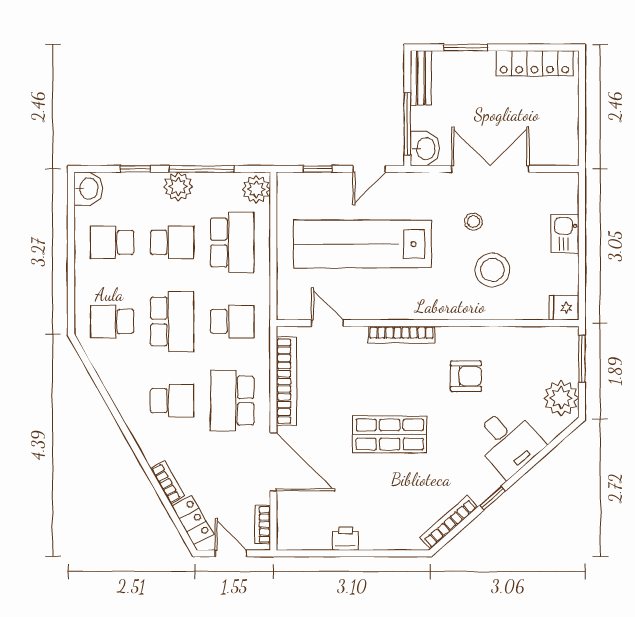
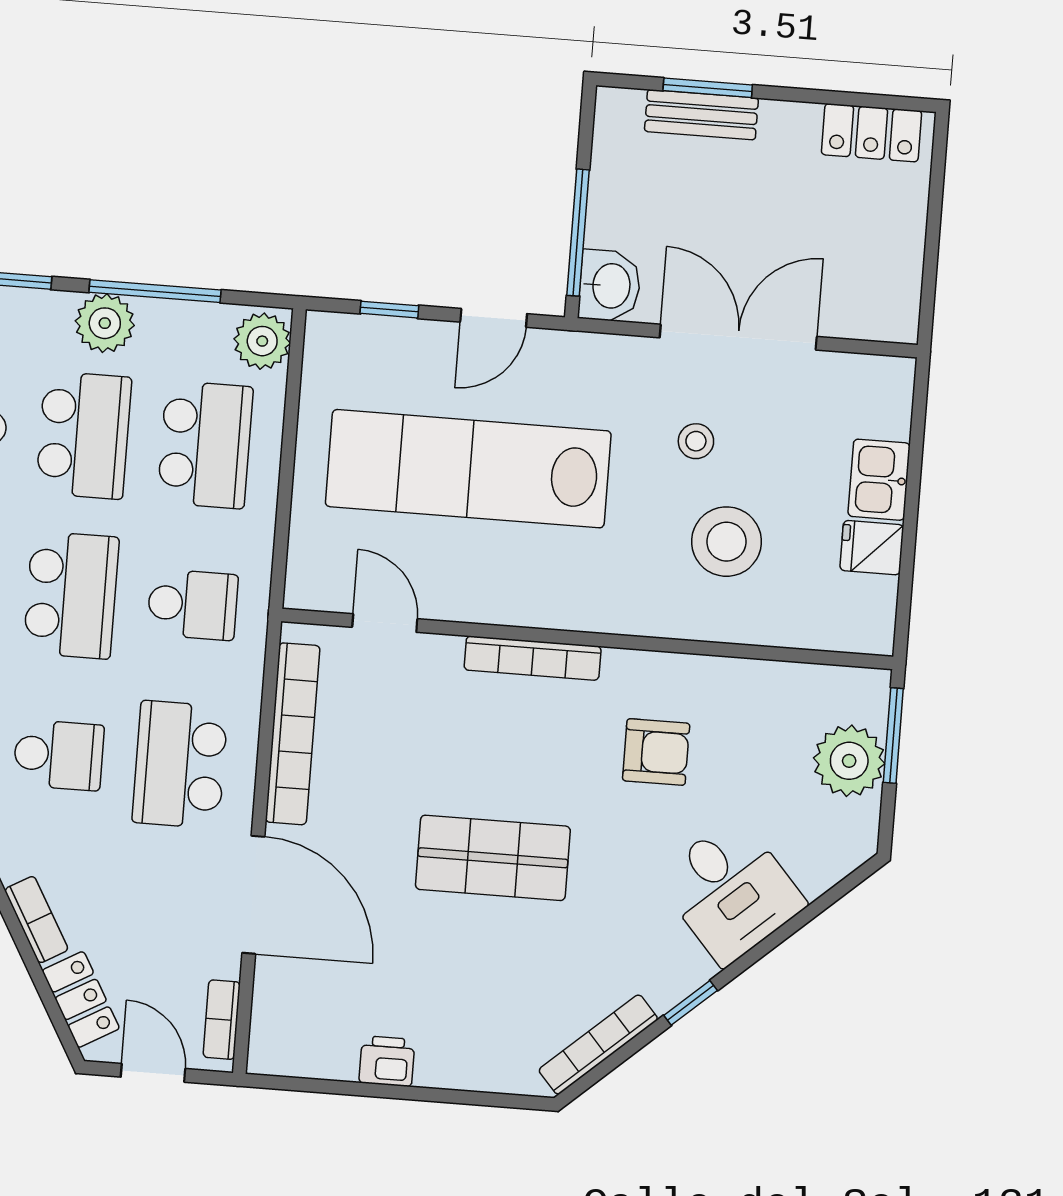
locker: (535, 63) -> (871, 133), width x0.66
bench: (421, 78) -> (701, 115), moved, turned 90
school desk: (172, 242) -> (84, 435), width x1.85
fridge: (564, 308) -> (872, 548), moved
plant: (561, 398) -> (849, 761), moved

